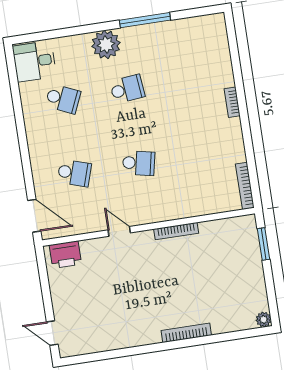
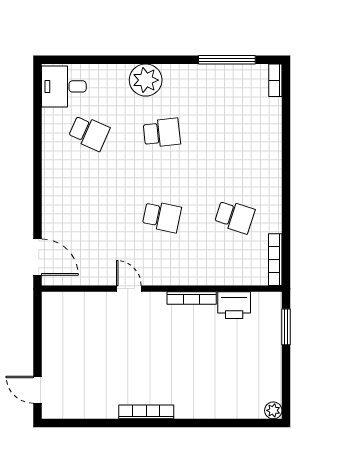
window: (145, 20) -> (227, 60), moved
bookcase: (232, 102) -> (275, 80), moved
school desk: (74, 173) -> (235, 217), moved
printer: (65, 255) -> (234, 305), moved
bookcase: (186, 333) -> (146, 412), moved

